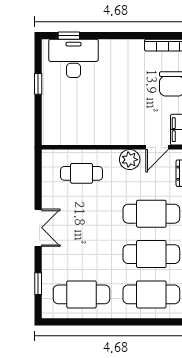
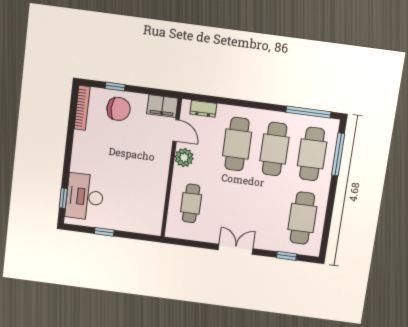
window: (154, 322) -> (338, 154), added

